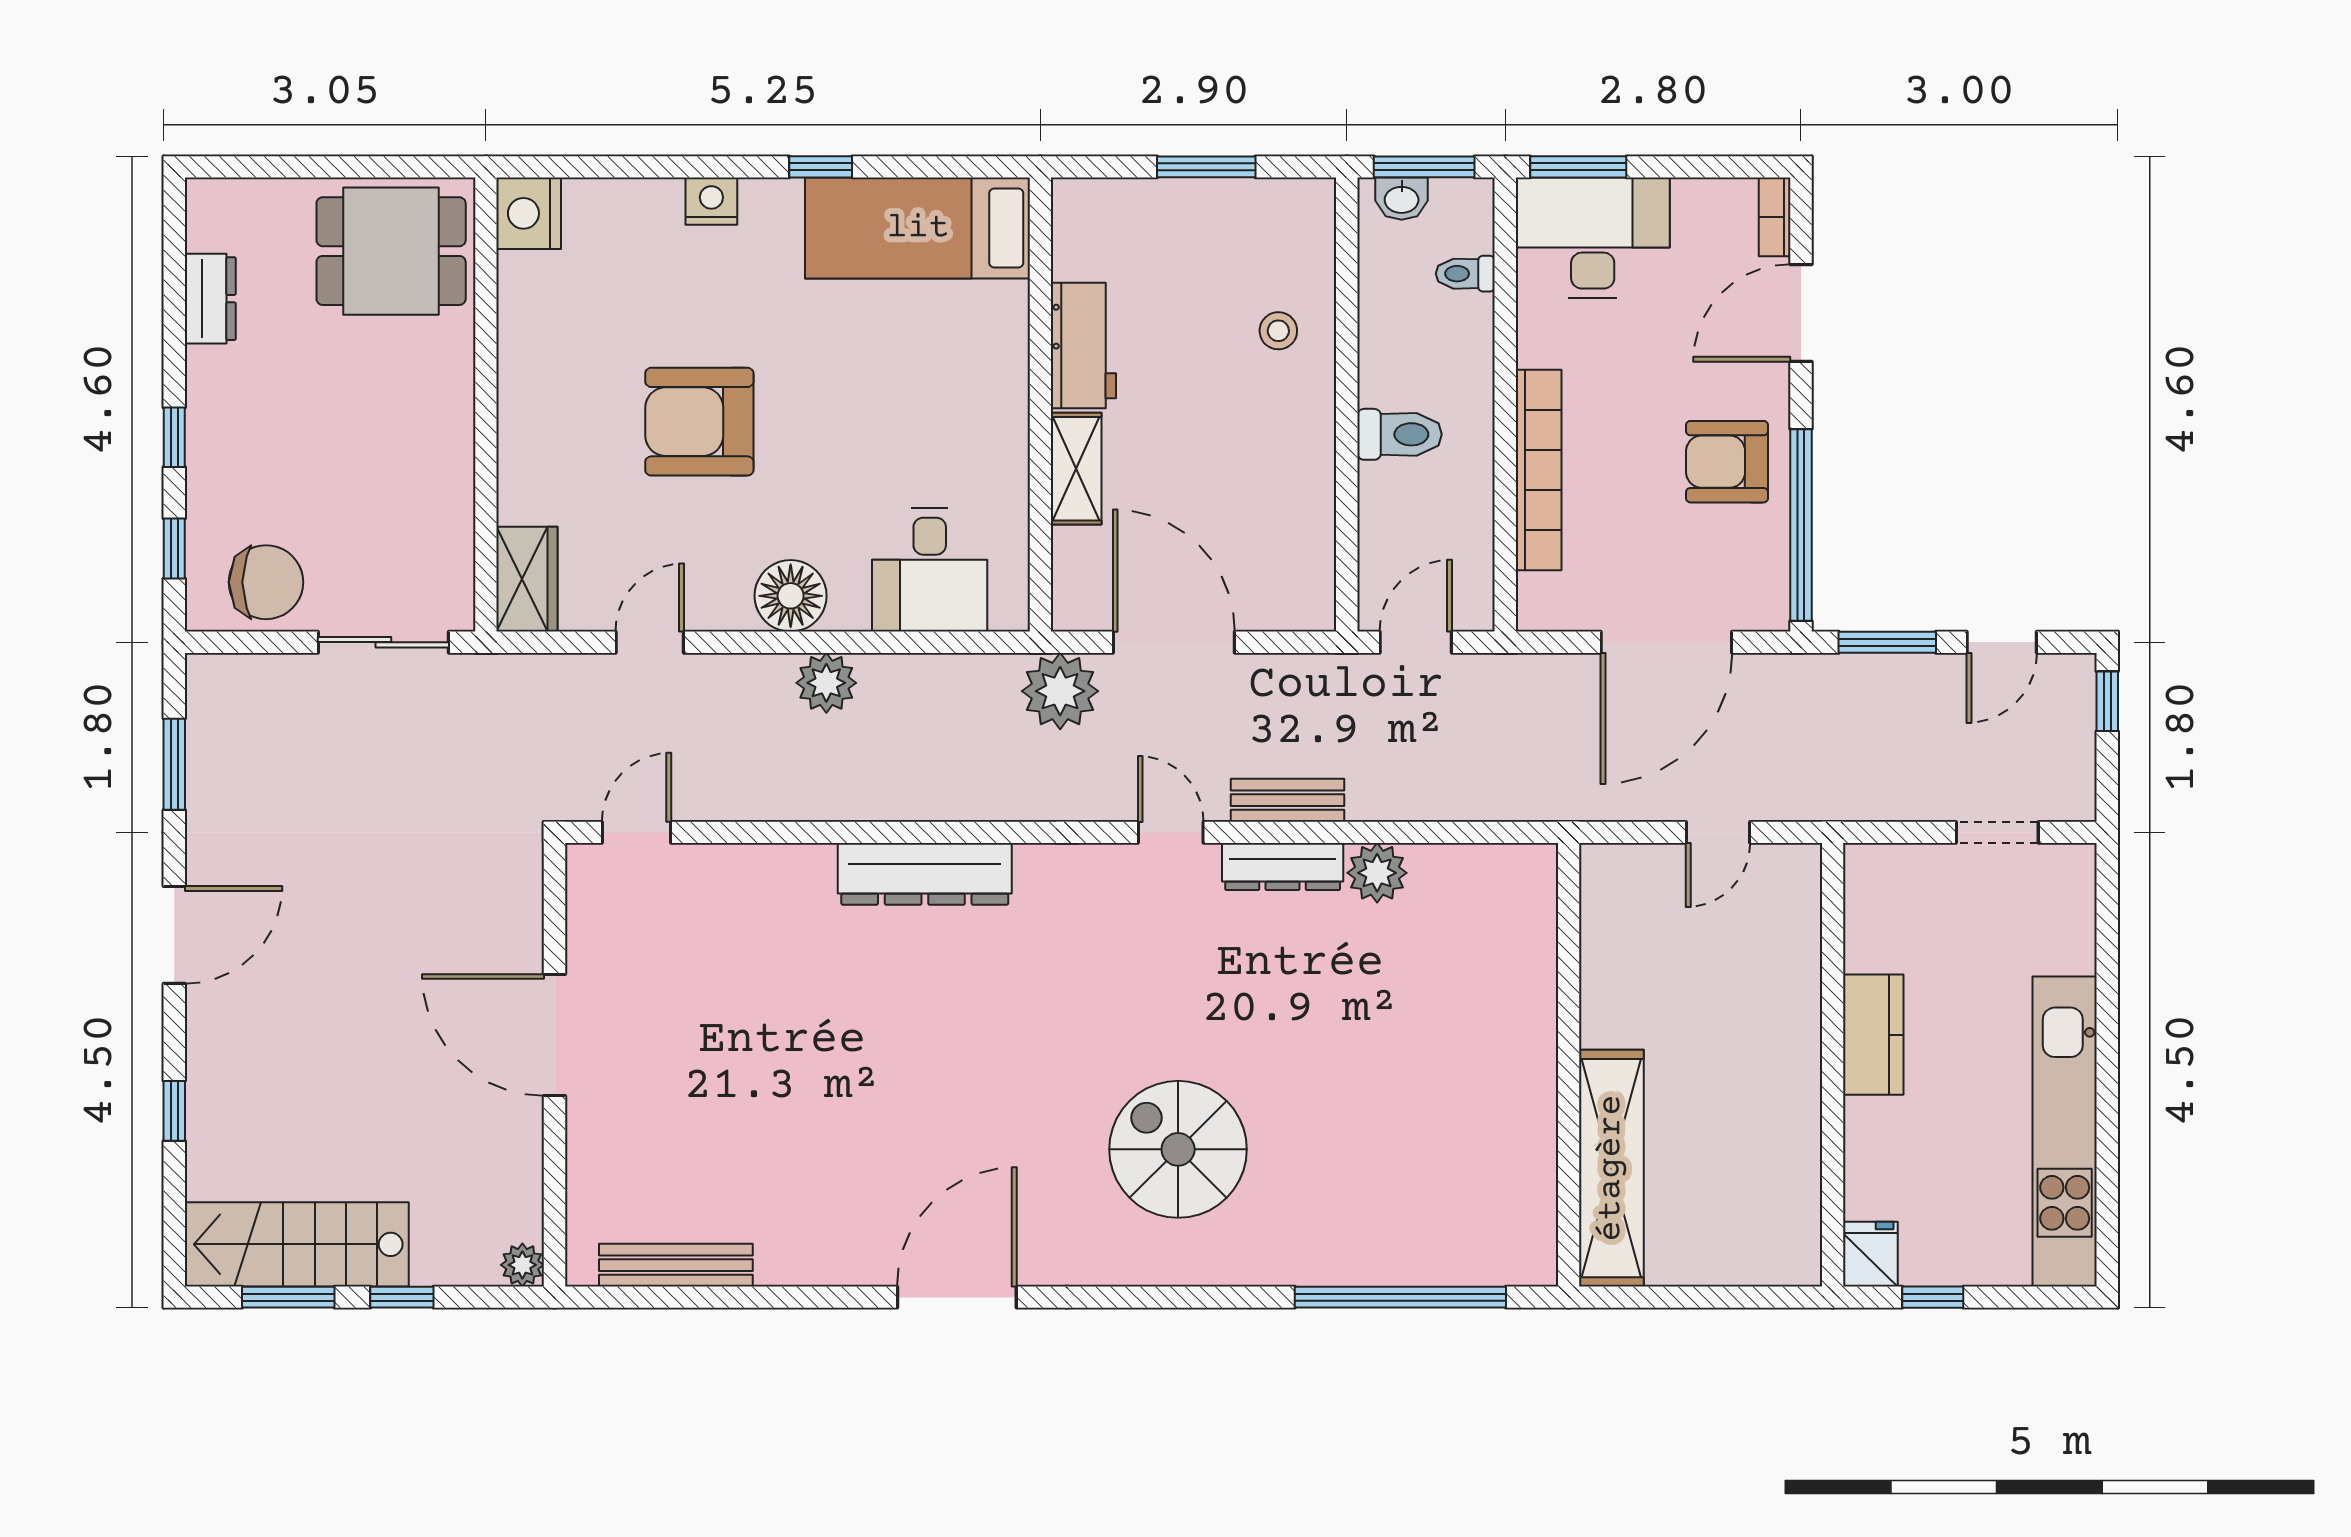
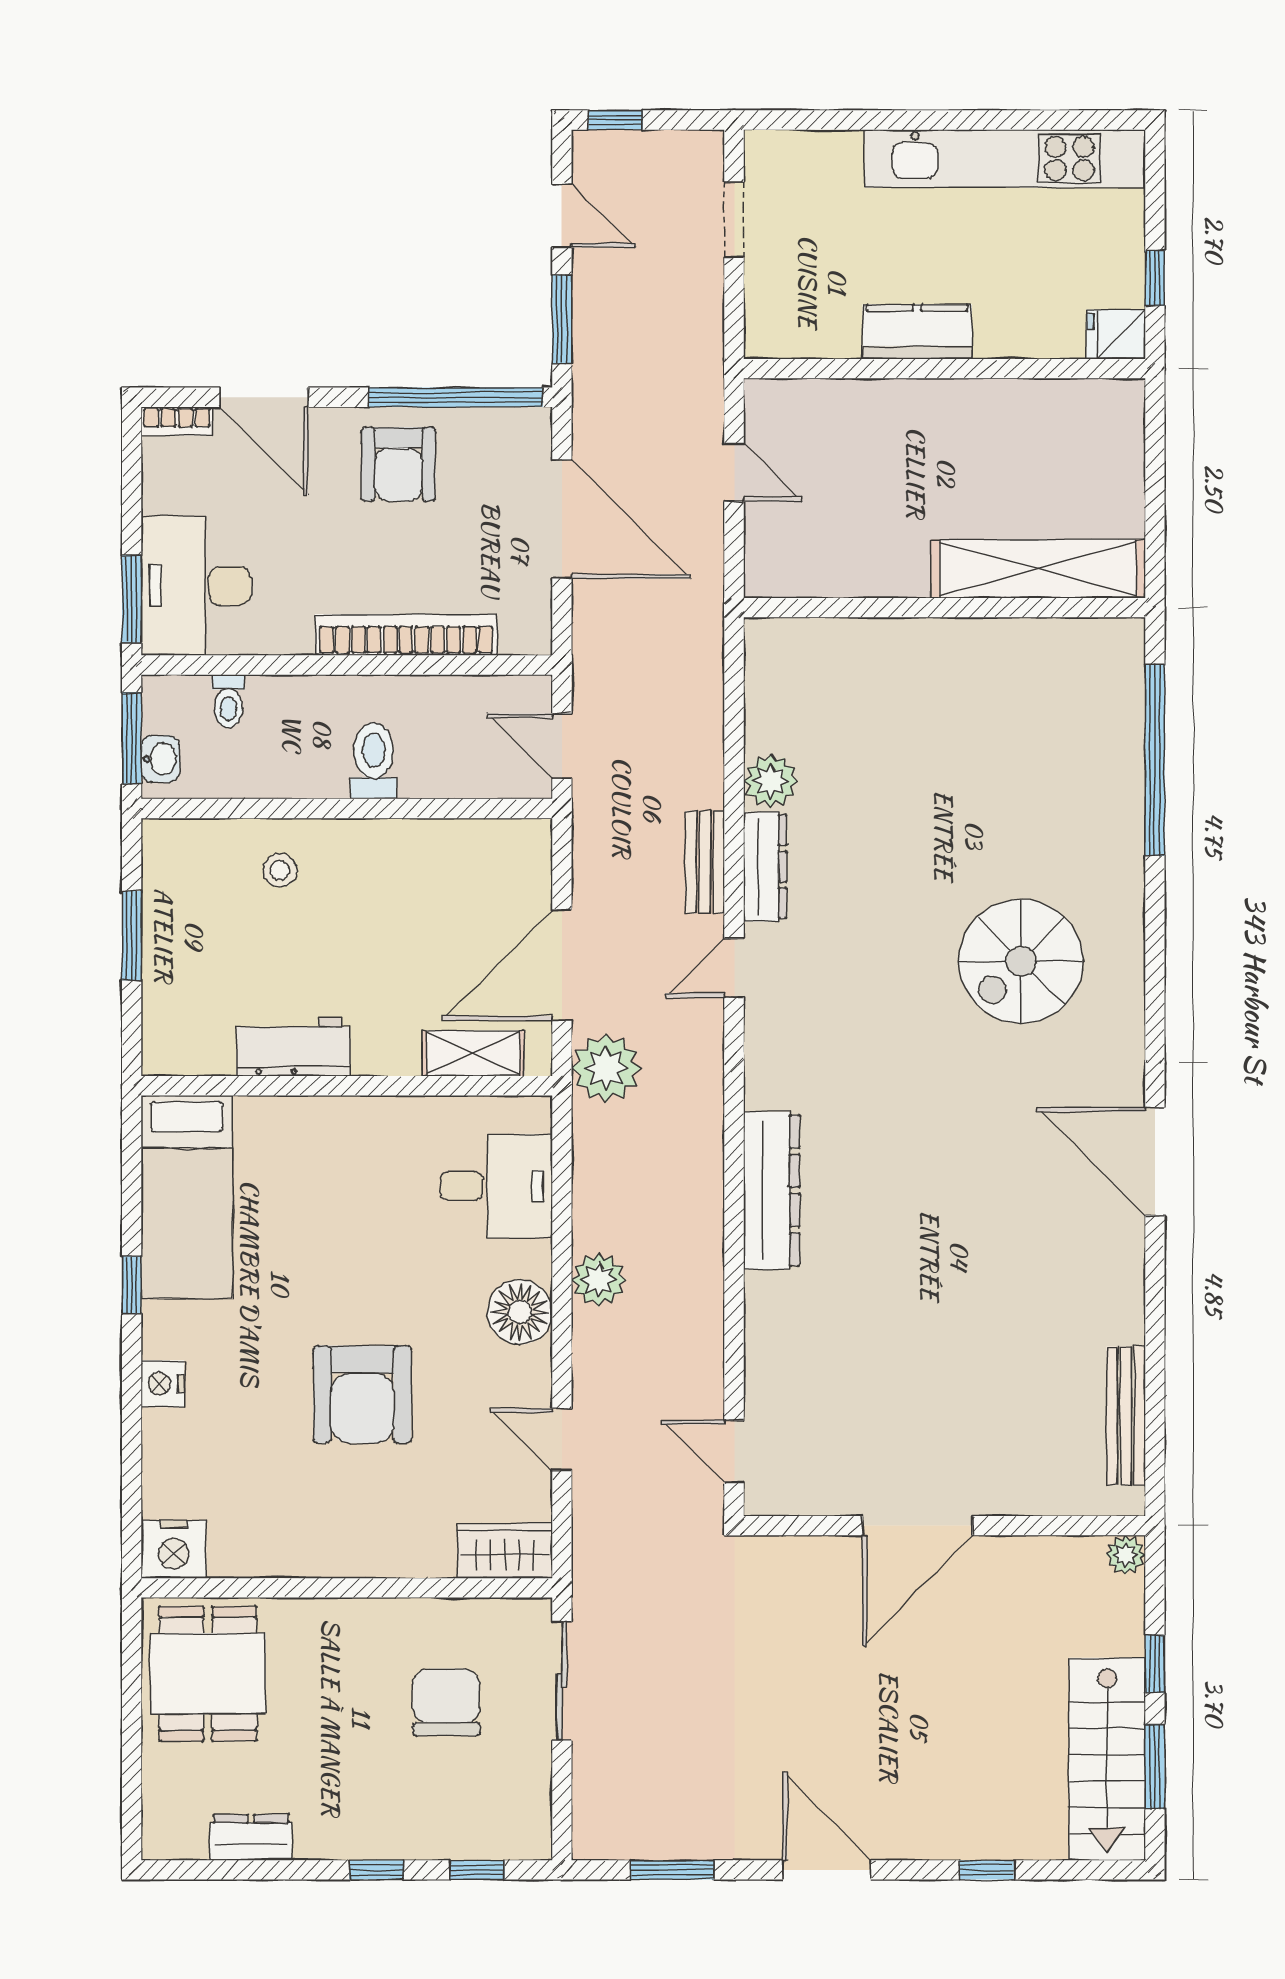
shelving: (1076, 469) -> (473, 1053), moved
chair: (266, 582) -> (446, 1702), moved

